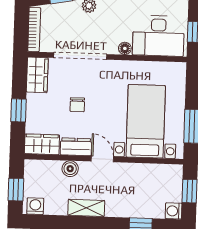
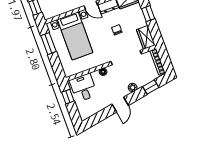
desk: (158, 36) -> (83, 88), width x0.73

